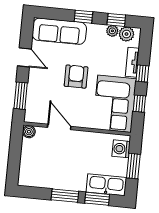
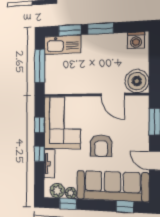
window: (83, 17) -> (125, 207), moved
sofa: (59, 31) -> (112, 186), width x1.36, depth x1.27
boiler: (29, 132) -> (137, 81), width x1.86, depth x1.86
washing machine: (121, 149) -> (136, 40), moved, turned 90
window: (133, 166) -> (40, 66), width x1.44

